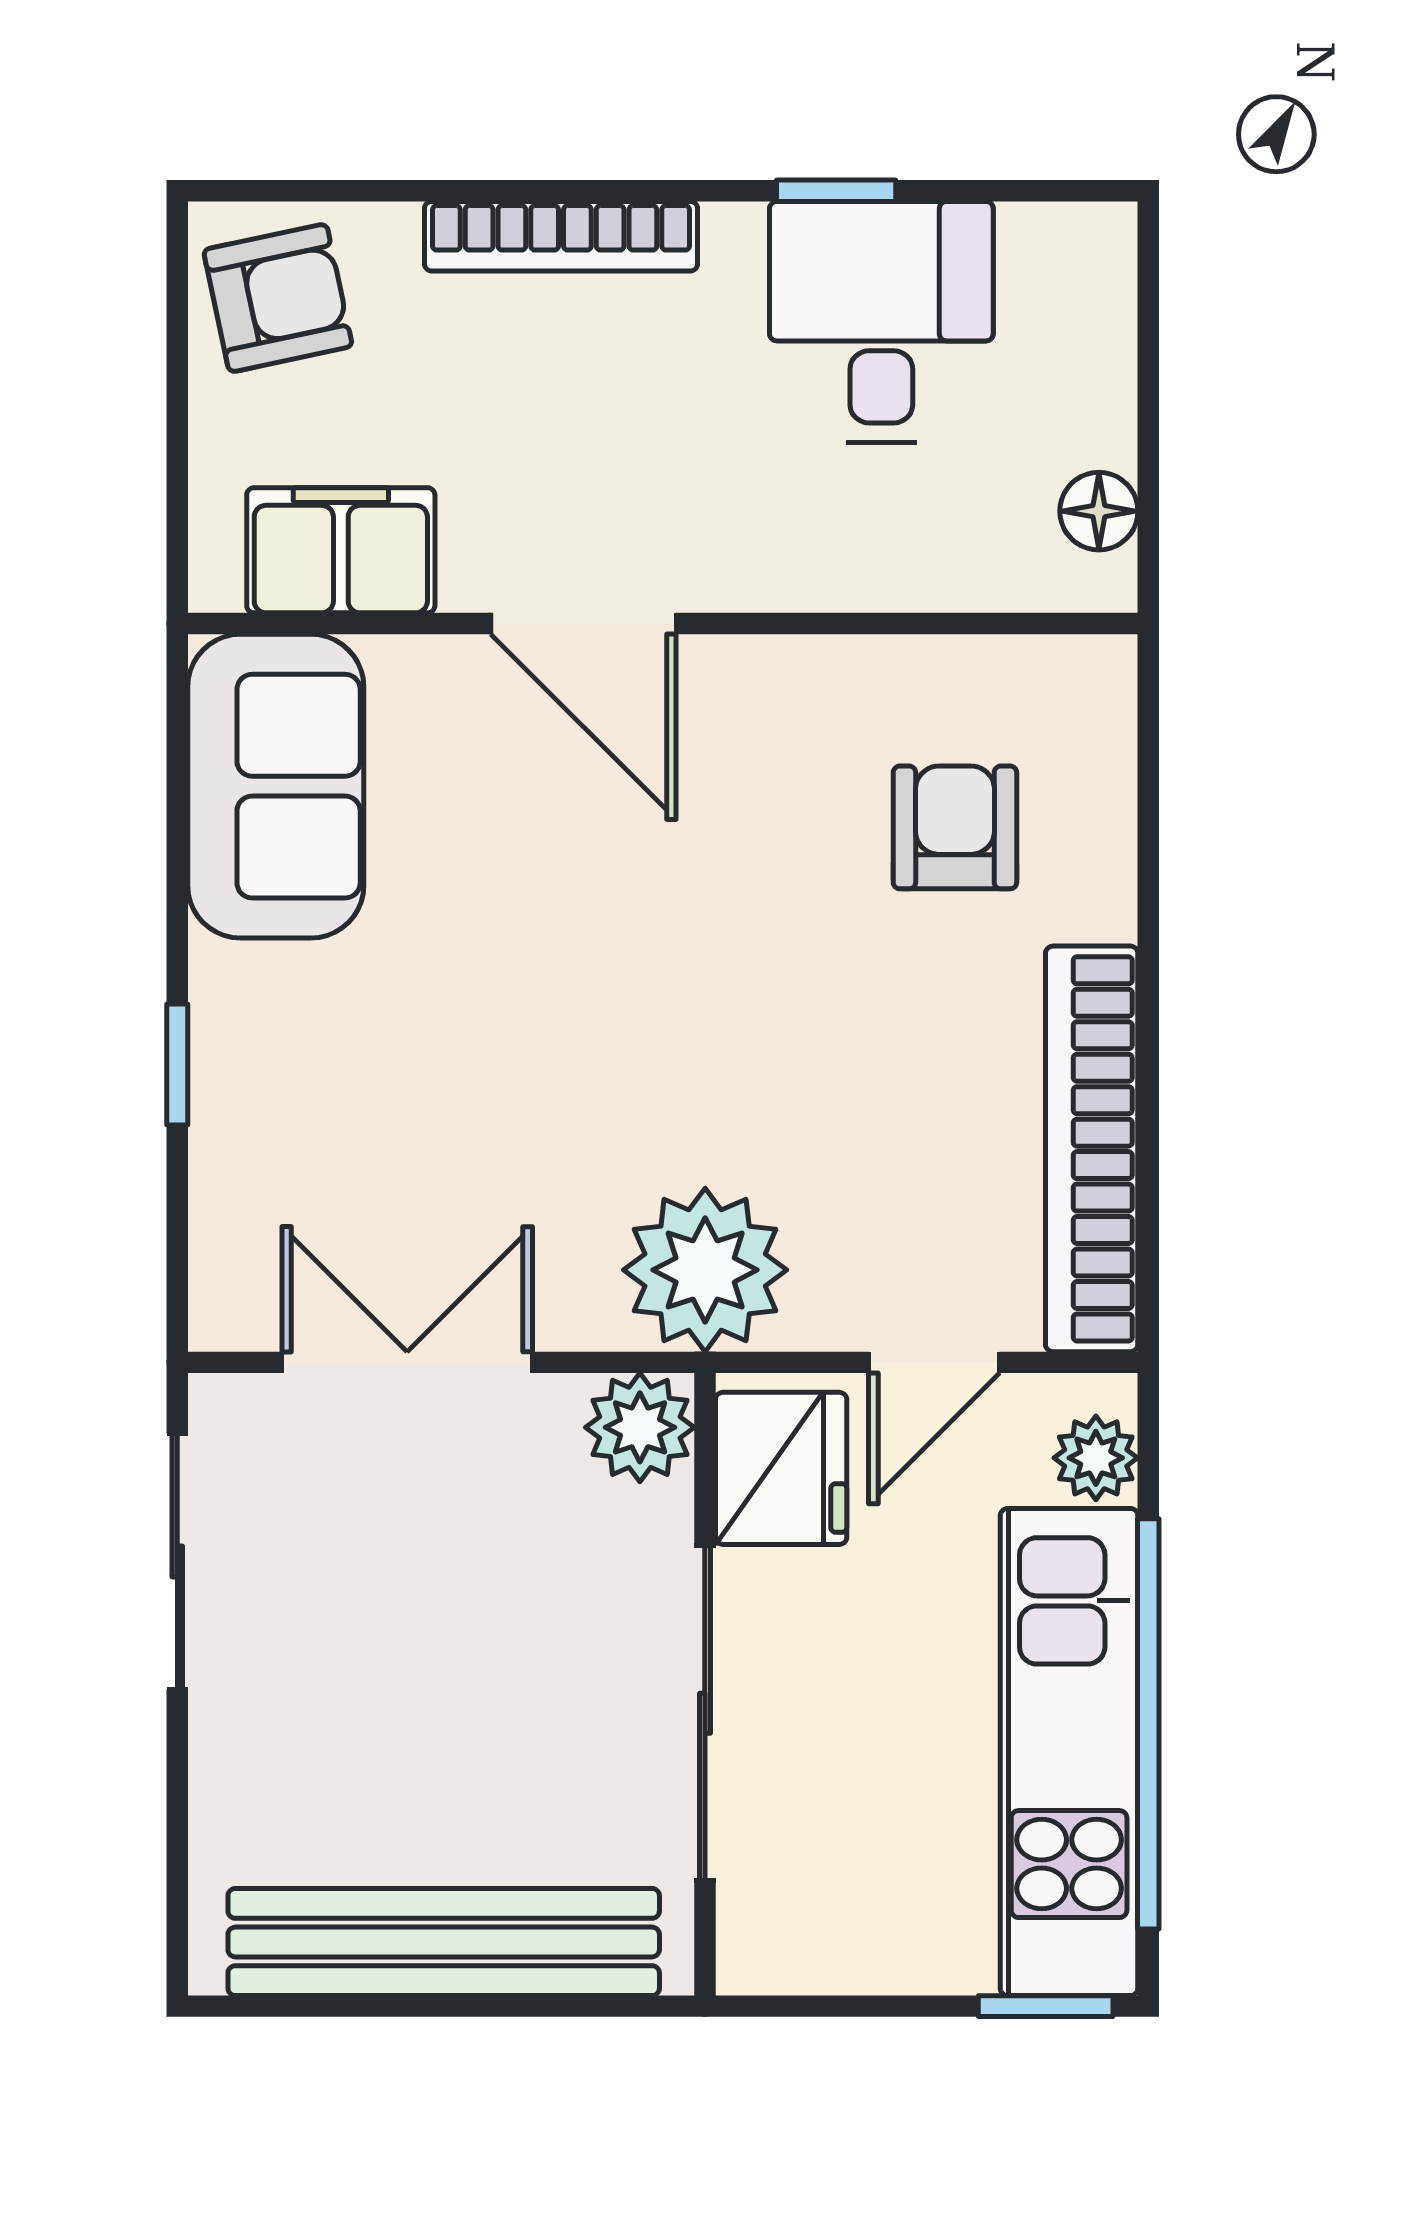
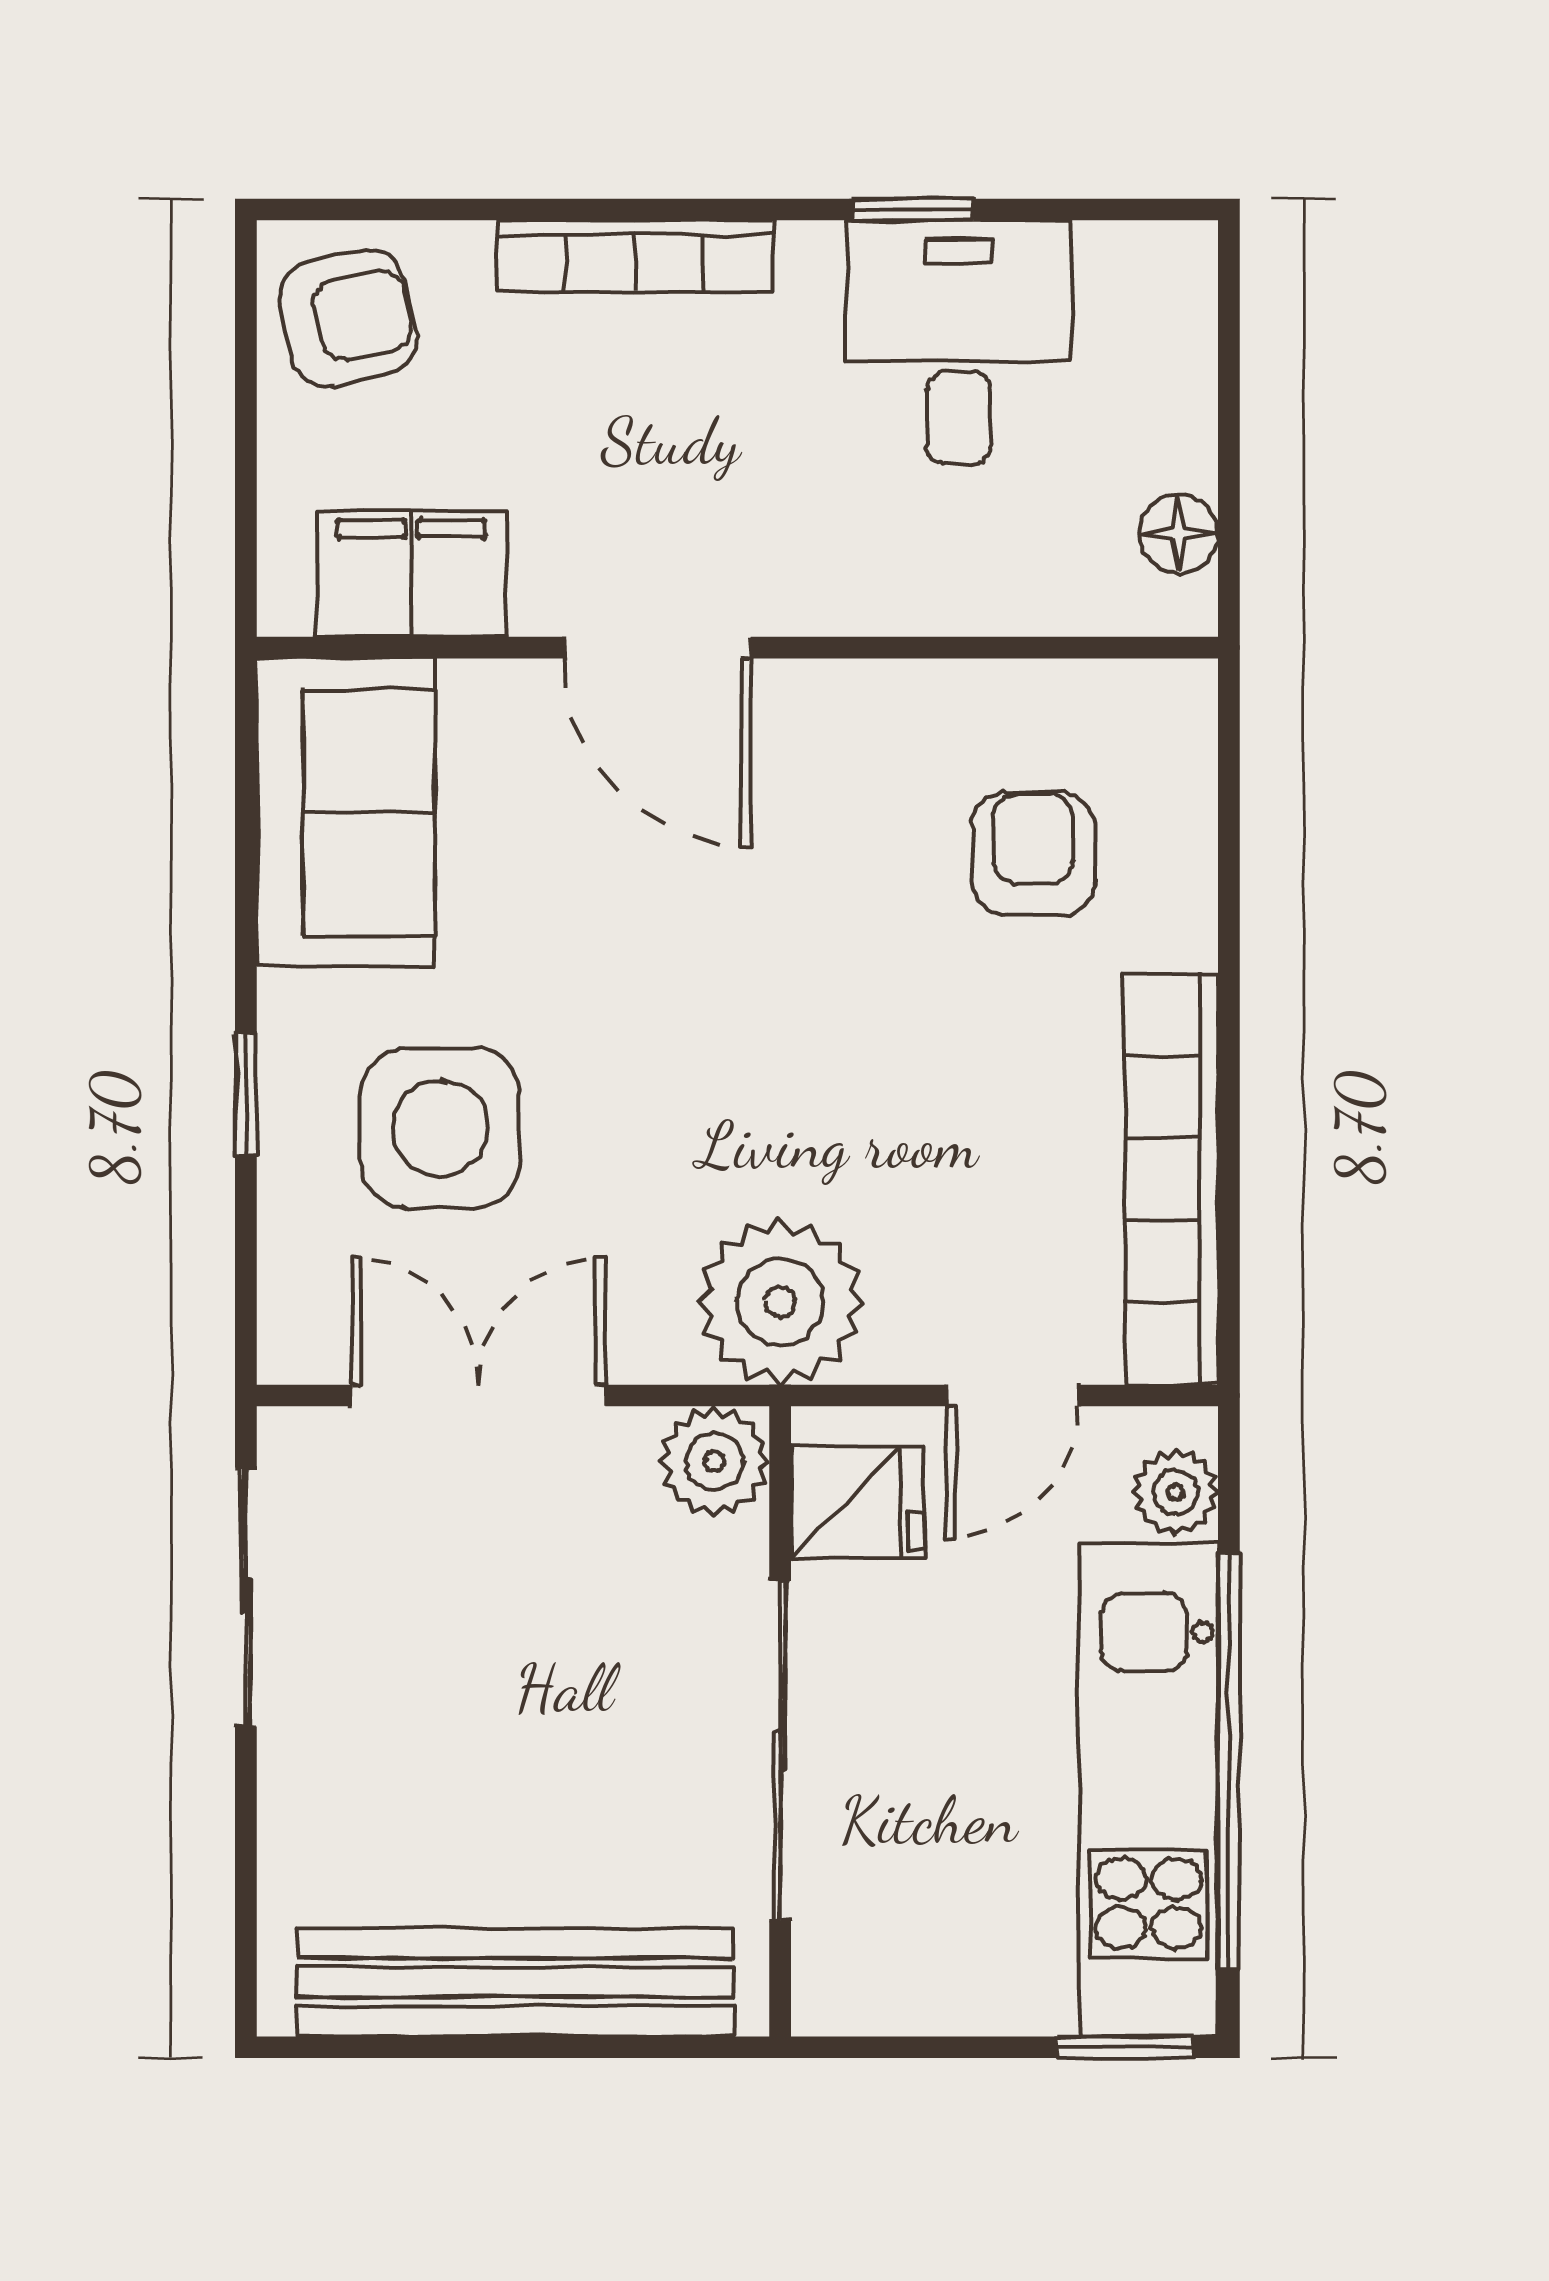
side table: (369, 1098) -> (440, 1128), added
fridge: (781, 1468) -> (857, 1503), width x0.72

